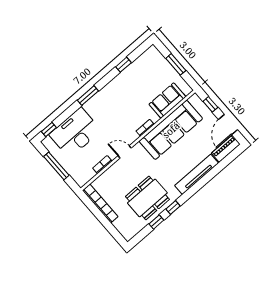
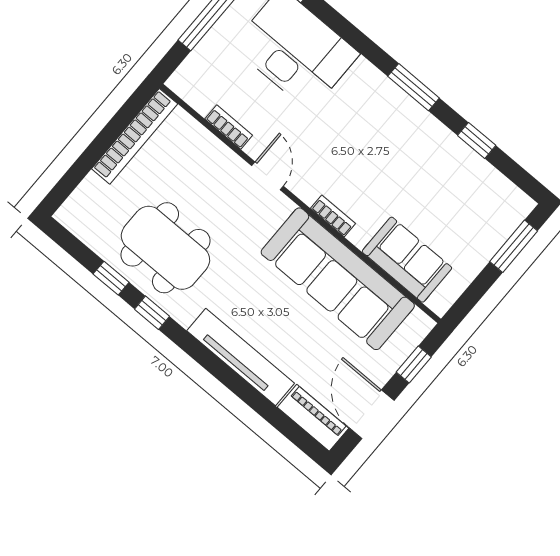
window: (176, 64) -> (514, 246), moved
window: (88, 96) -> (414, 87), moved
door: (228, 125) -> (372, 414), hinge flipped

